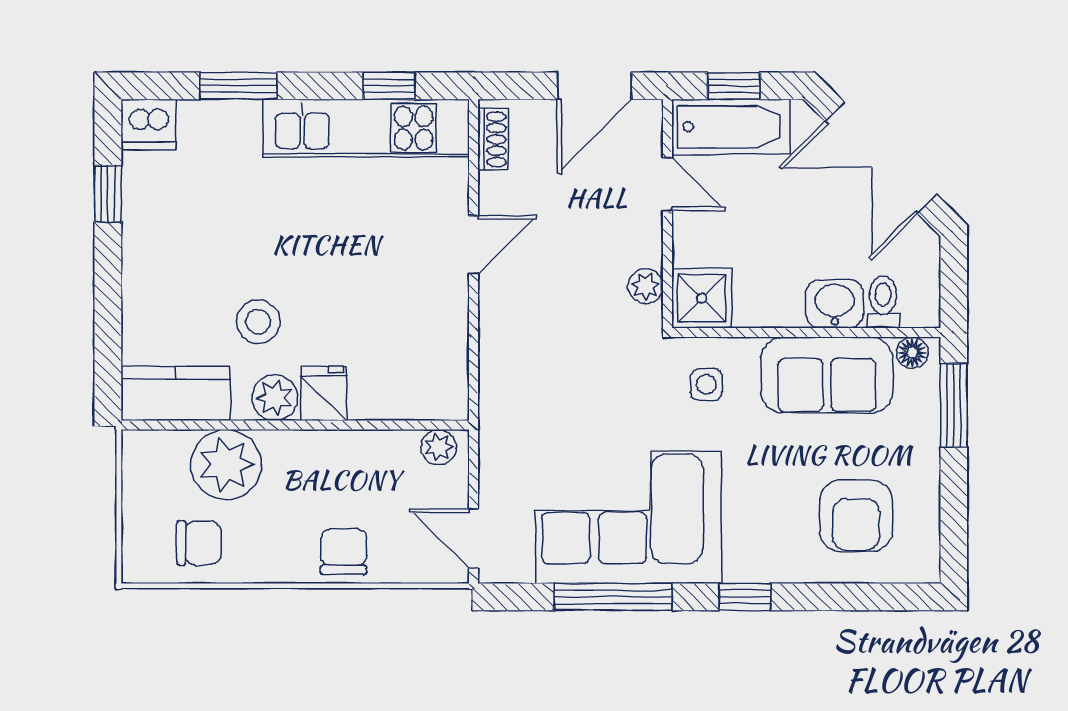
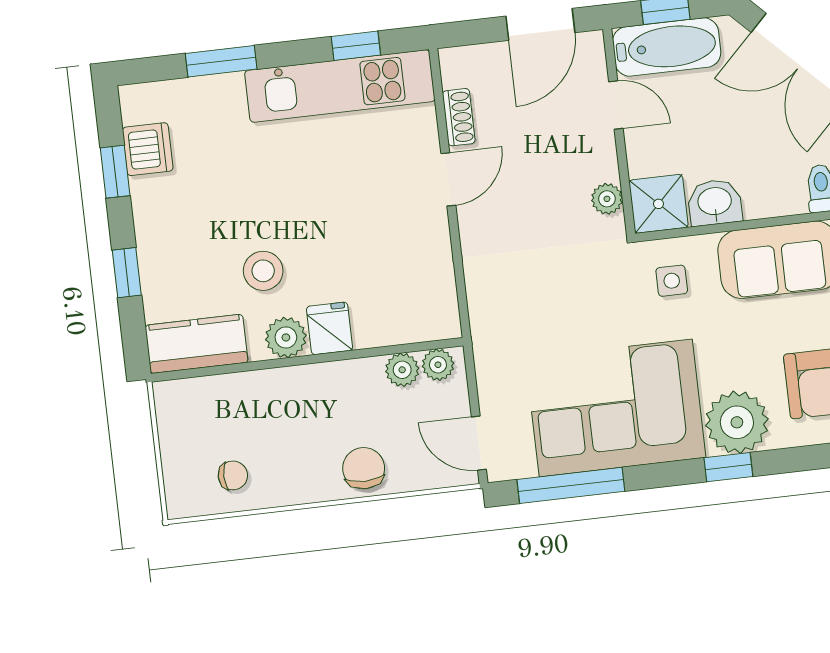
dishwasher: (148, 124) -> (148, 149), moved, turned -90
shoe rack: (493, 139) -> (459, 117), moved
washbasin: (835, 304) -> (715, 202), moved
window: (108, 306) -> (127, 273), added
plant: (226, 465) -> (402, 370), moved, width x0.53, depth x0.53
chair: (199, 543) -> (233, 475), width x0.73, depth x0.73
plant: (760, 549) -> (737, 422), added
window: (613, 597) -> (571, 485), moved

